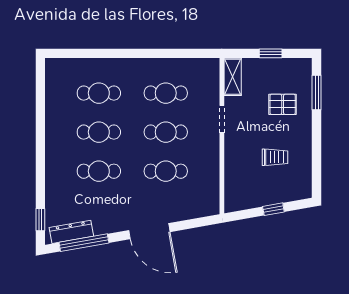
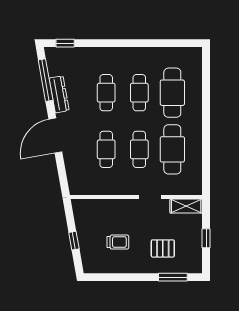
cafe table: (99, 93) -> (172, 93), width x1.37, depth x1.35
cafe table: (166, 93) -> (172, 149), width x1.37, depth x1.35
pallet: (283, 104) -> (163, 248), turned 90
trolley: (275, 157) -> (118, 242), turned -90
dresser: (71, 232) -> (59, 94), moved

